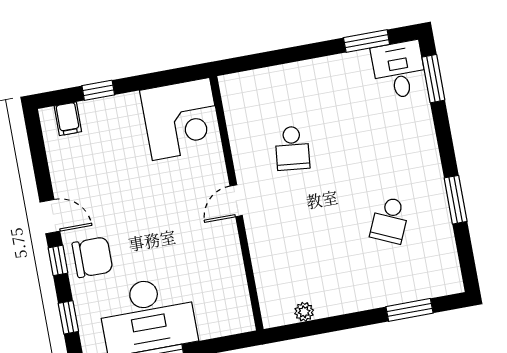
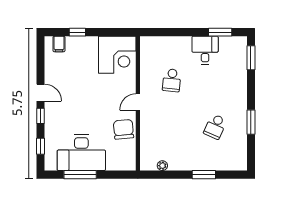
desk: (399, 70) -> (205, 50), moved
chair: (92, 257) -> (123, 129), moved, turned -95
window: (409, 310) -> (204, 175), moved

